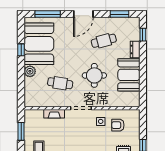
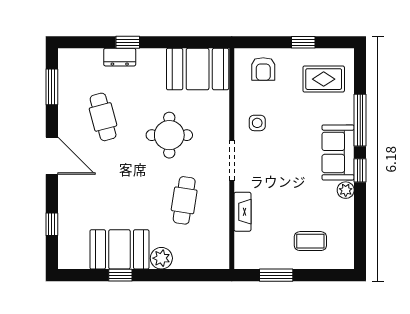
window: (48, 14) -> (52, 224), width x0.46
window: (143, 35) -> (128, 42), moved
booth: (39, 44) -> (119, 249), width x0.73, depth x0.70
booth: (129, 75) -> (198, 69), moved
armchair: (118, 125) -> (263, 69), moved

